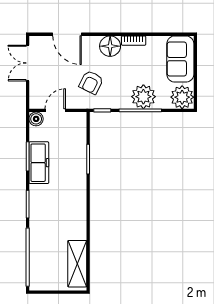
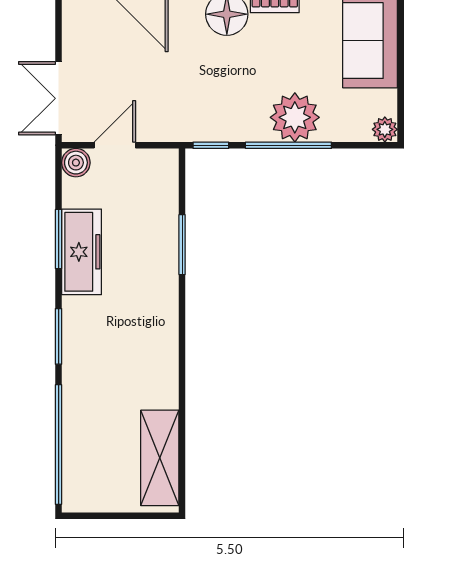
double door: (28, 63) -> (59, 98), moved
armchair: (91, 82) -> (188, 88), removed
plant: (182, 97) -> (385, 129), width x0.53, depth x0.53

